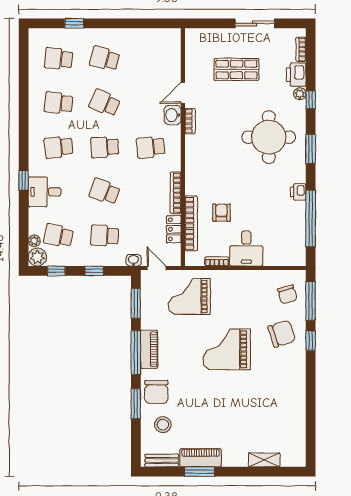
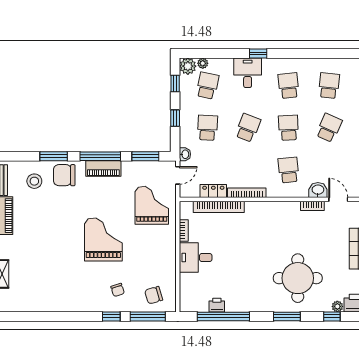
printer: (298, 192) -> (217, 305), moved
armchair: (221, 213) -> (229, 235), removed
chair: (282, 334) -> (118, 290), width x0.54, depth x0.54

